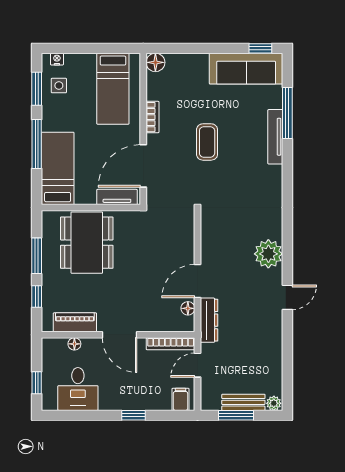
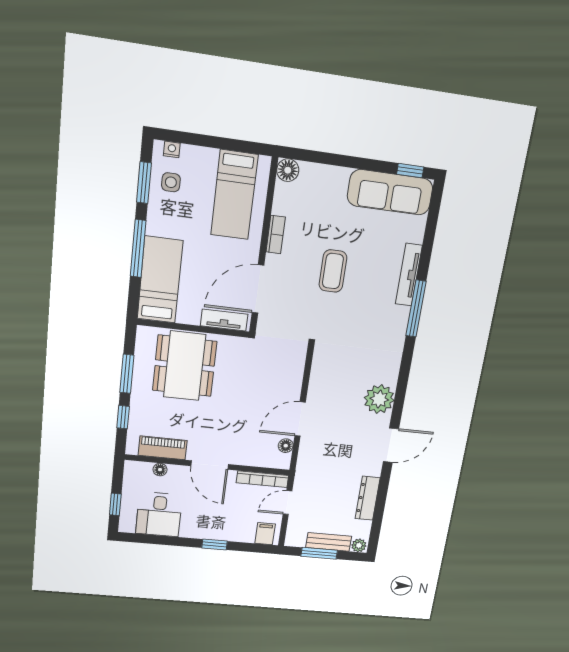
window: (287, 113) -> (416, 309), moved
door: (287, 297) -> (391, 445), width x1.38
dresser: (209, 320) -> (368, 498), moved, turned 180

